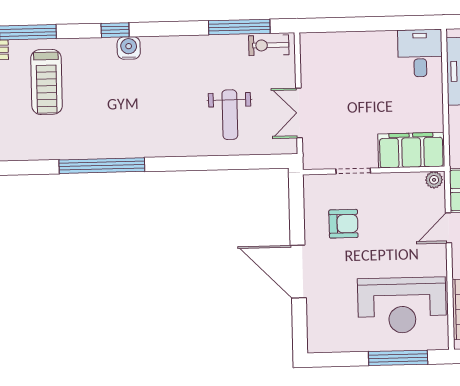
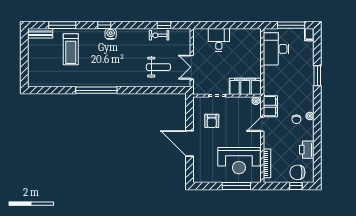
window: (239, 27) -> (164, 25), width x0.46
exercise bike: (269, 45) -> (159, 35), moved
desk: (420, 53) -> (219, 40), moved
weight bench: (230, 115) -> (158, 67), turned -90
armchair: (343, 224) -> (212, 121), turned 90

